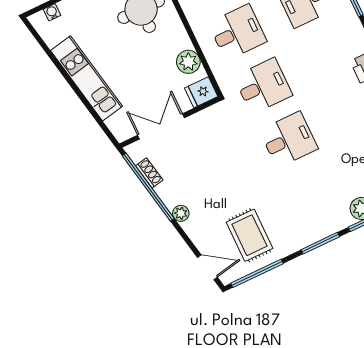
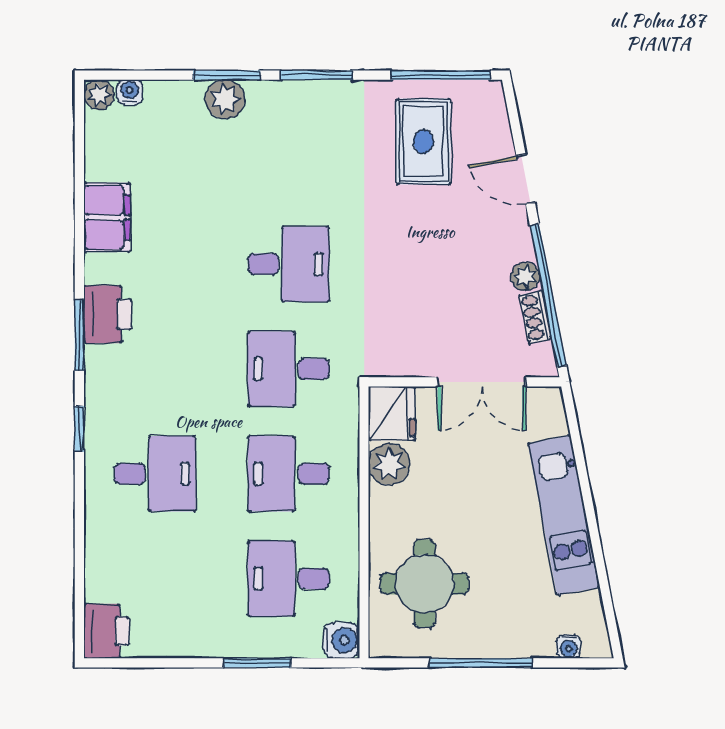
fridge: (201, 92) -> (392, 413), width x1.38
desk: (289, 140) -> (288, 264), turned 180
plant: (181, 213) -> (525, 276), moved
door: (207, 267) -> (526, 179), moved

